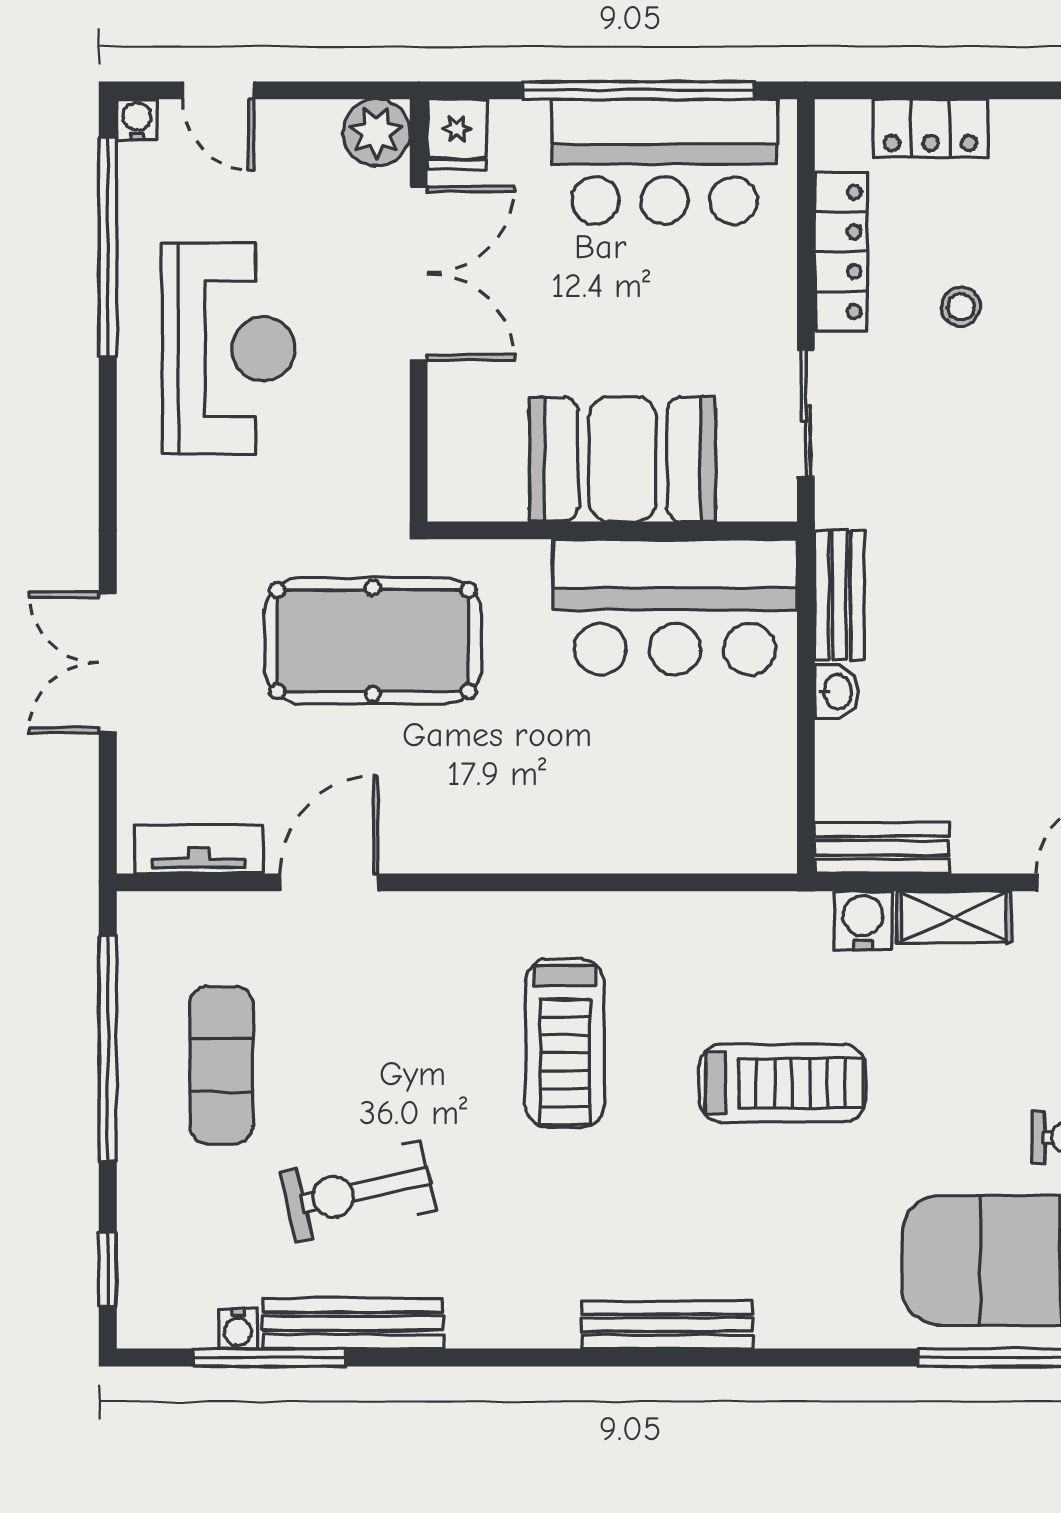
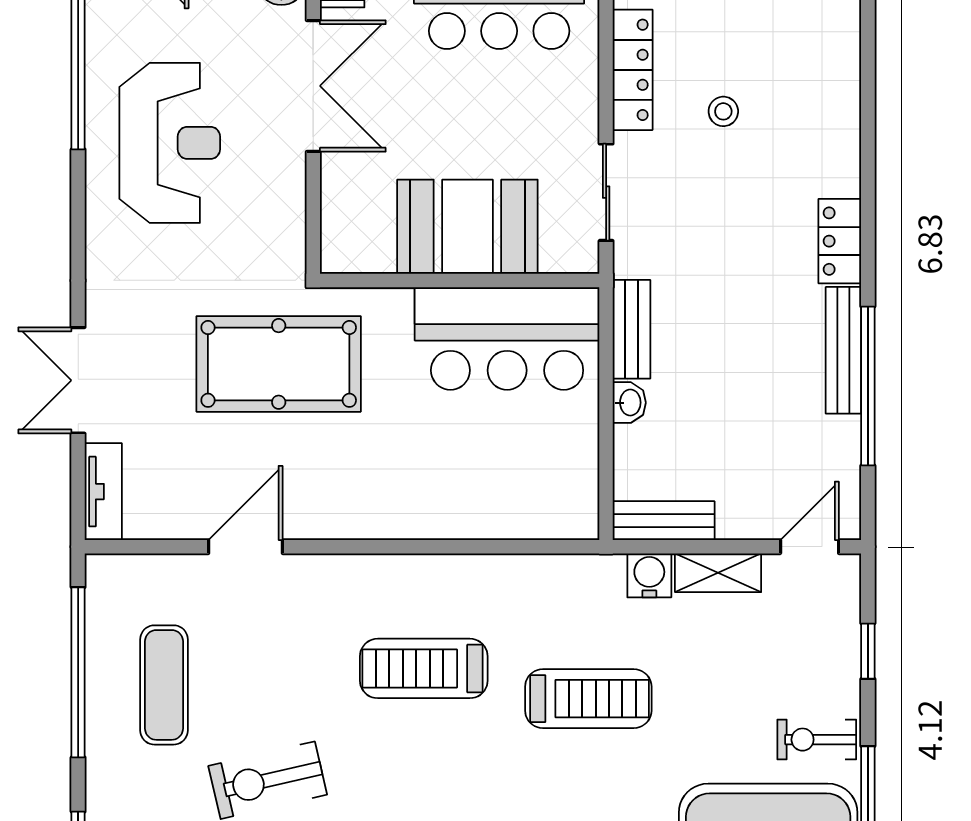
tv unit: (199, 849) -> (103, 492), moved, turned 90
treadmill: (565, 1043) -> (424, 668), turned 90

